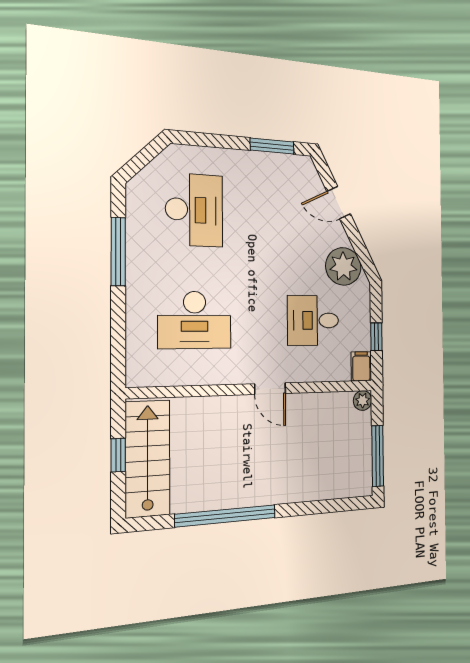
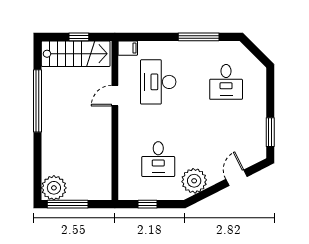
desk: (194, 210) -> (226, 82), width x0.73
desk: (313, 320) -> (158, 159), turned 180
filing cabinet: (361, 366) -> (128, 48), moved
door: (270, 389) -> (115, 96), moved
plant: (363, 400) -> (54, 188), moved, width x1.88, depth x1.88

